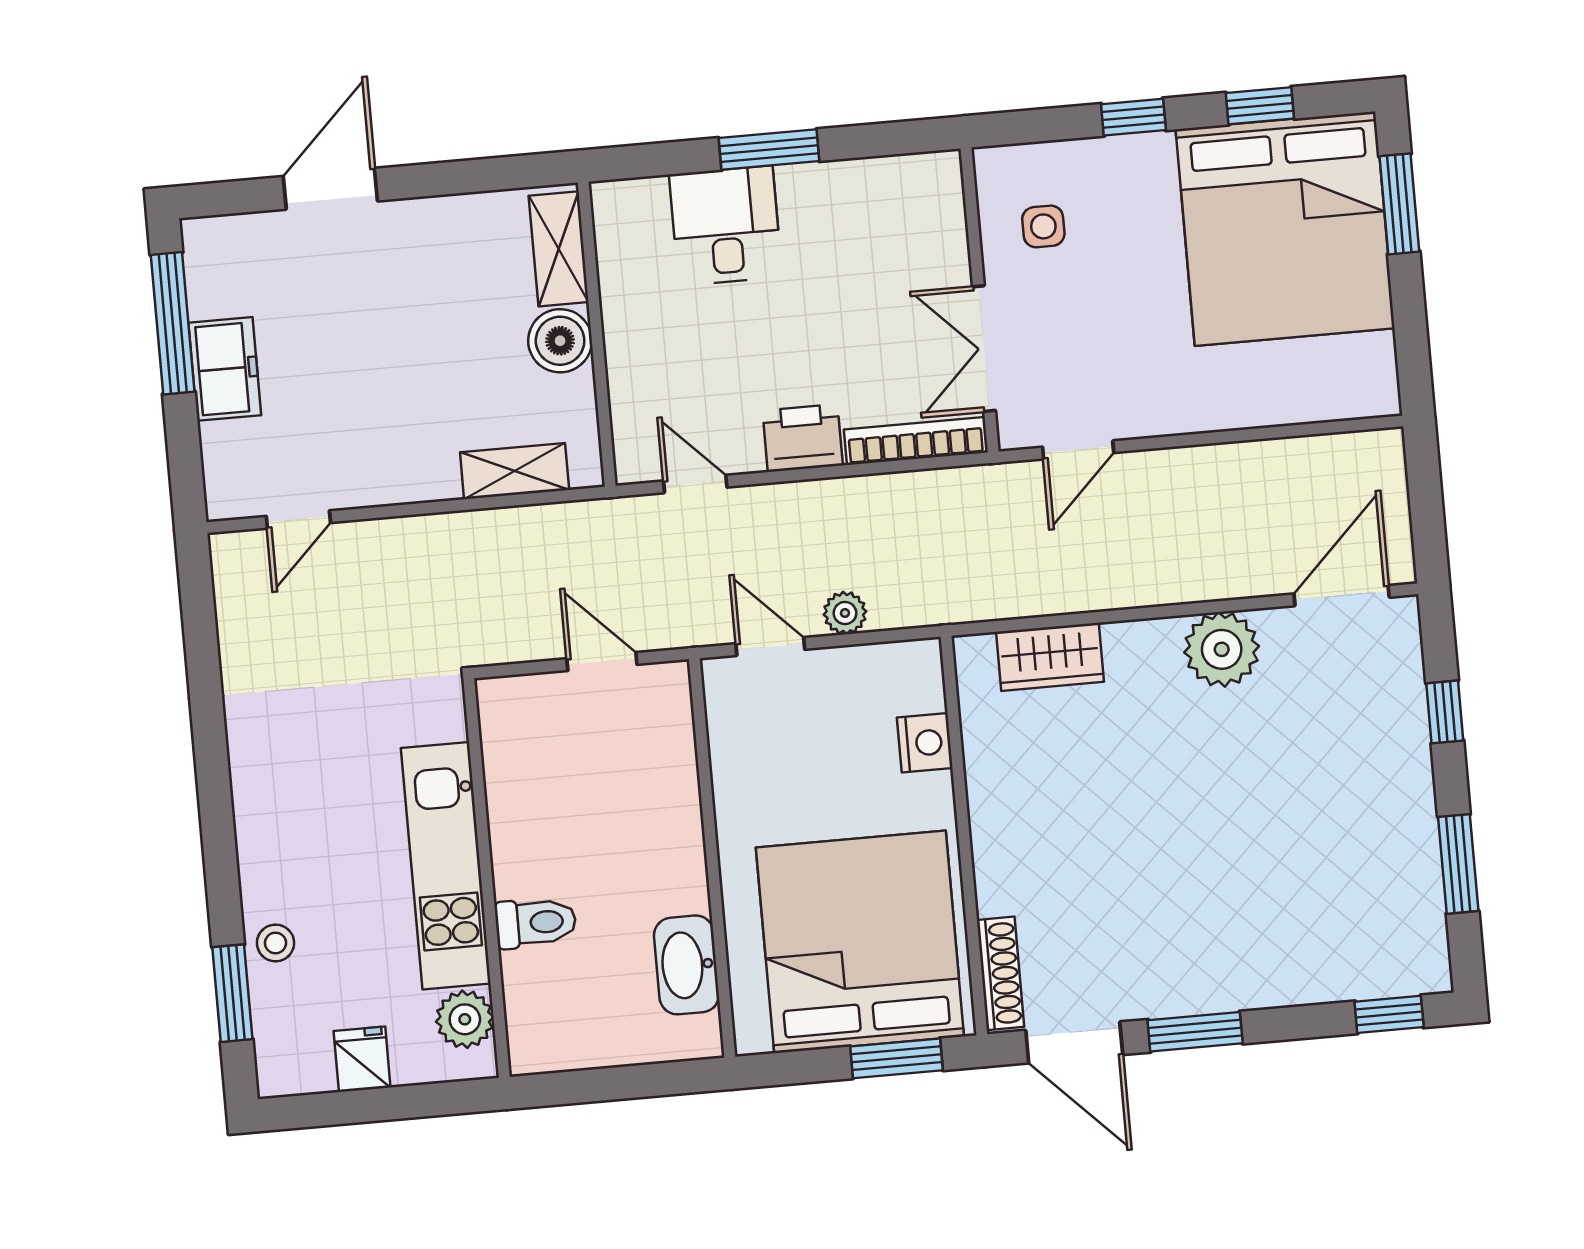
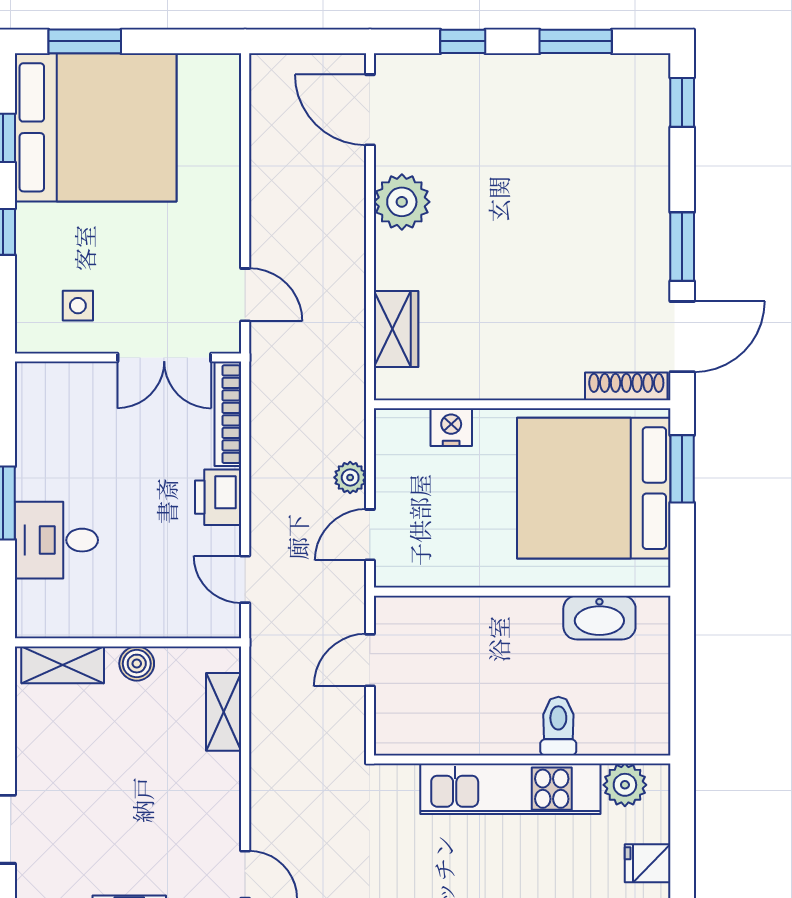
boiler: (560, 341) -> (137, 664), width x0.73, depth x0.73
door: (695, 484) -> (245, 579), hinge flipped

